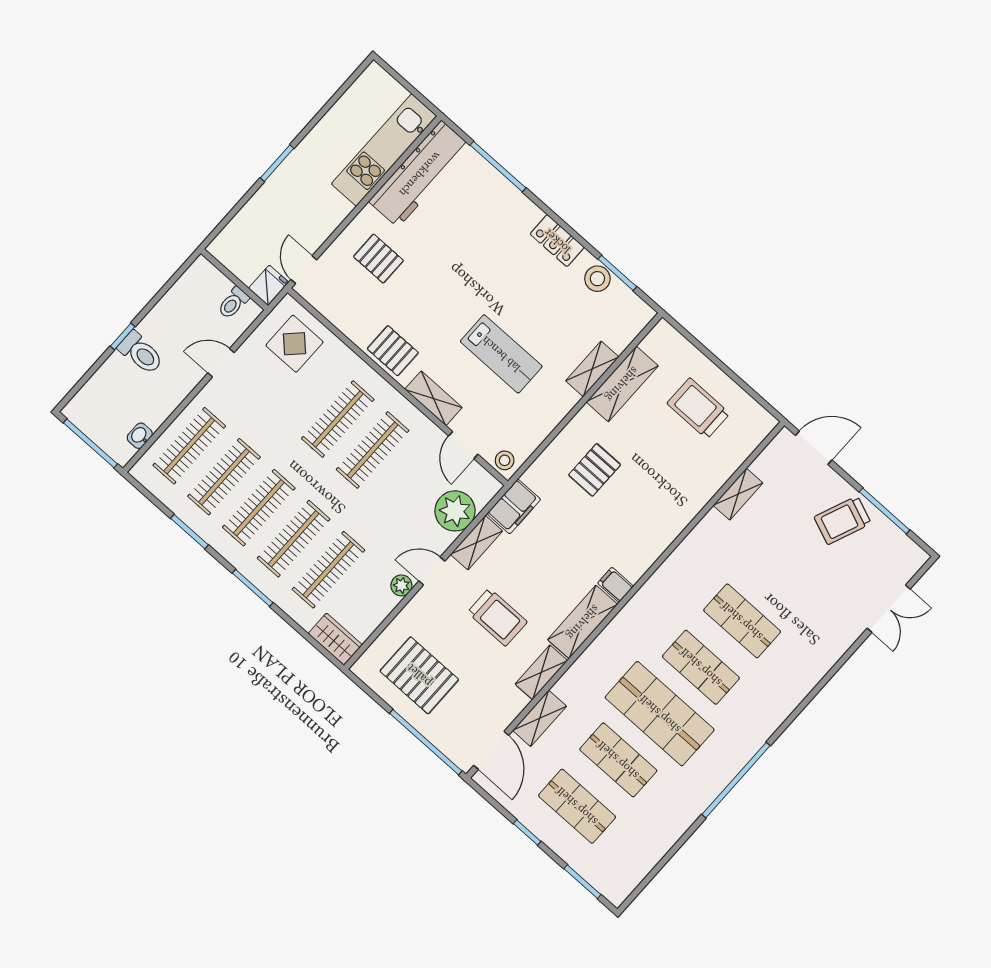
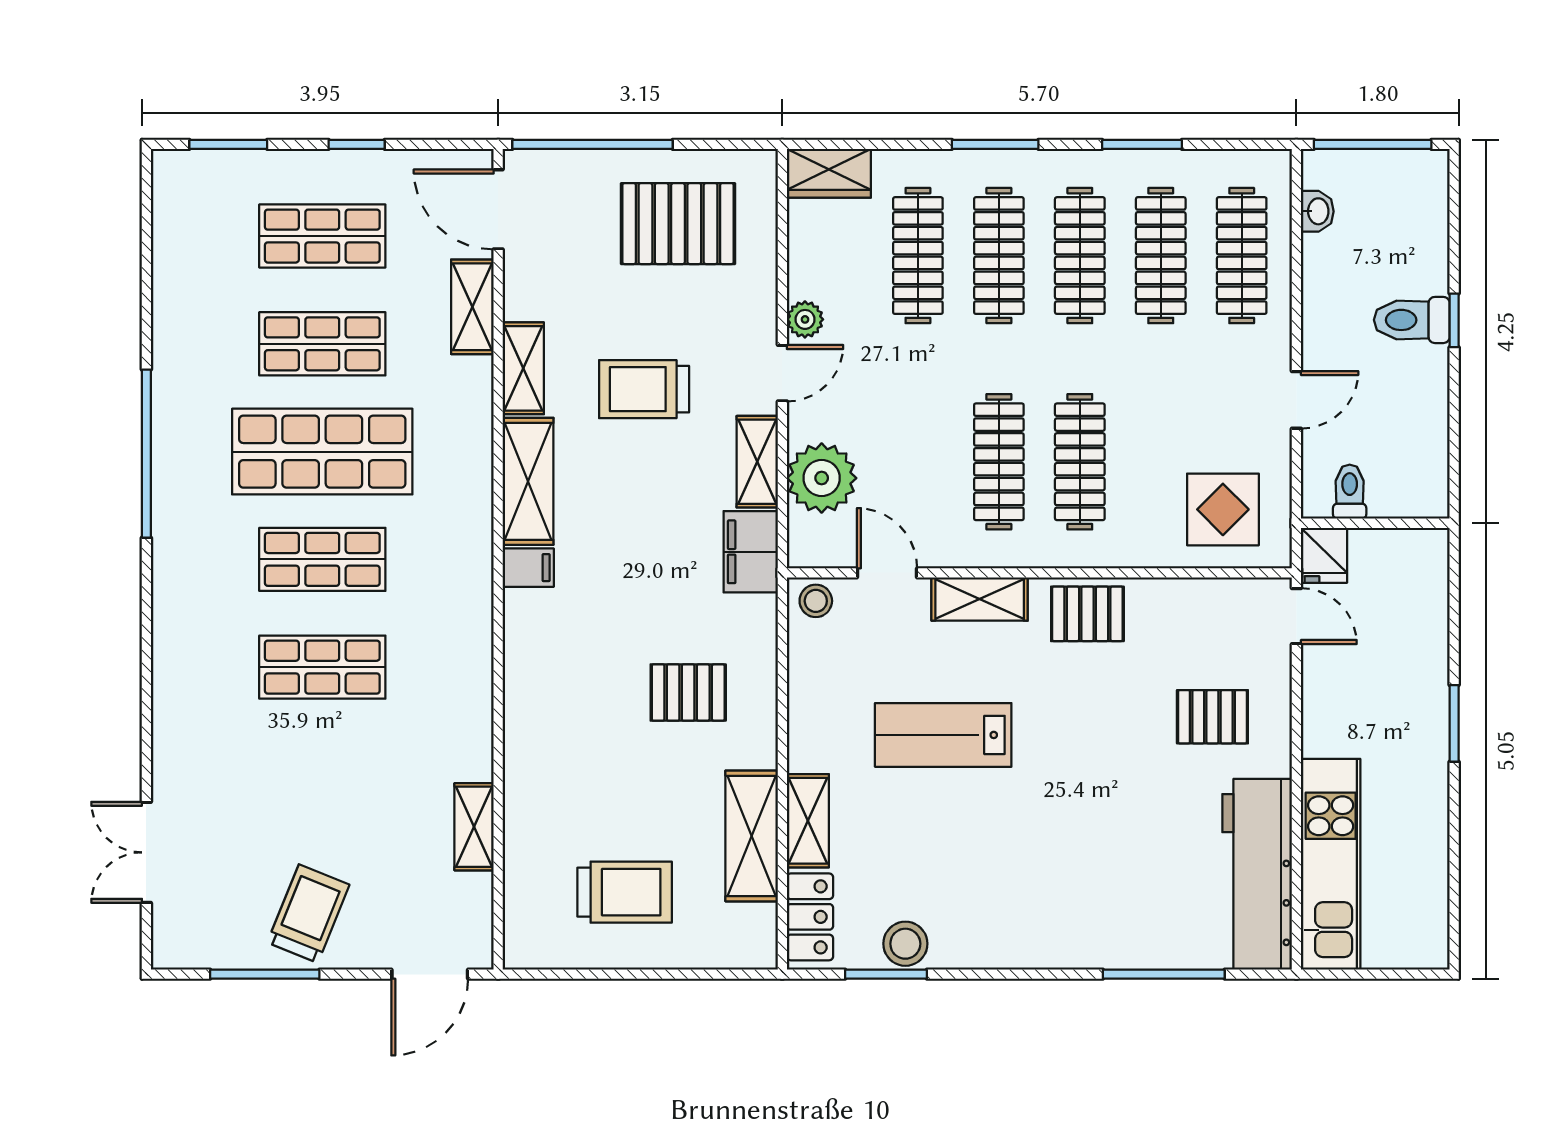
locker: (557, 241) -> (810, 917), moved, turned 90
pallet: (595, 470) -> (688, 693), turned 90

